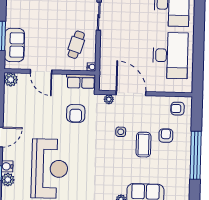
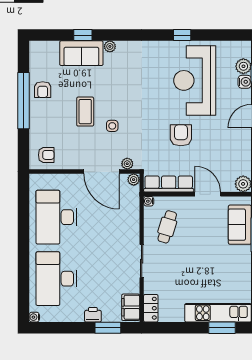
row of seats: (81, 81) -> (169, 184), width x1.48
plant: (104, 86) -> (134, 180), added
armchair: (76, 113) -> (181, 135), moved
armchair: (166, 136) -> (43, 90), moved

